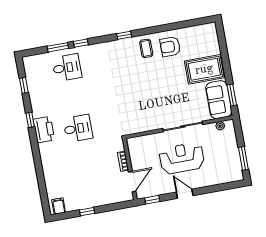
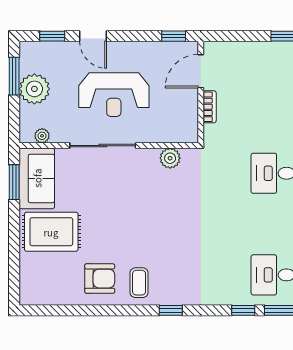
plant: (141, 126) -> (170, 158), added
plant: (230, 153) -> (34, 89), added
window: (225, 186) -> (52, 36), added
door: (185, 194) -> (93, 36), moved

